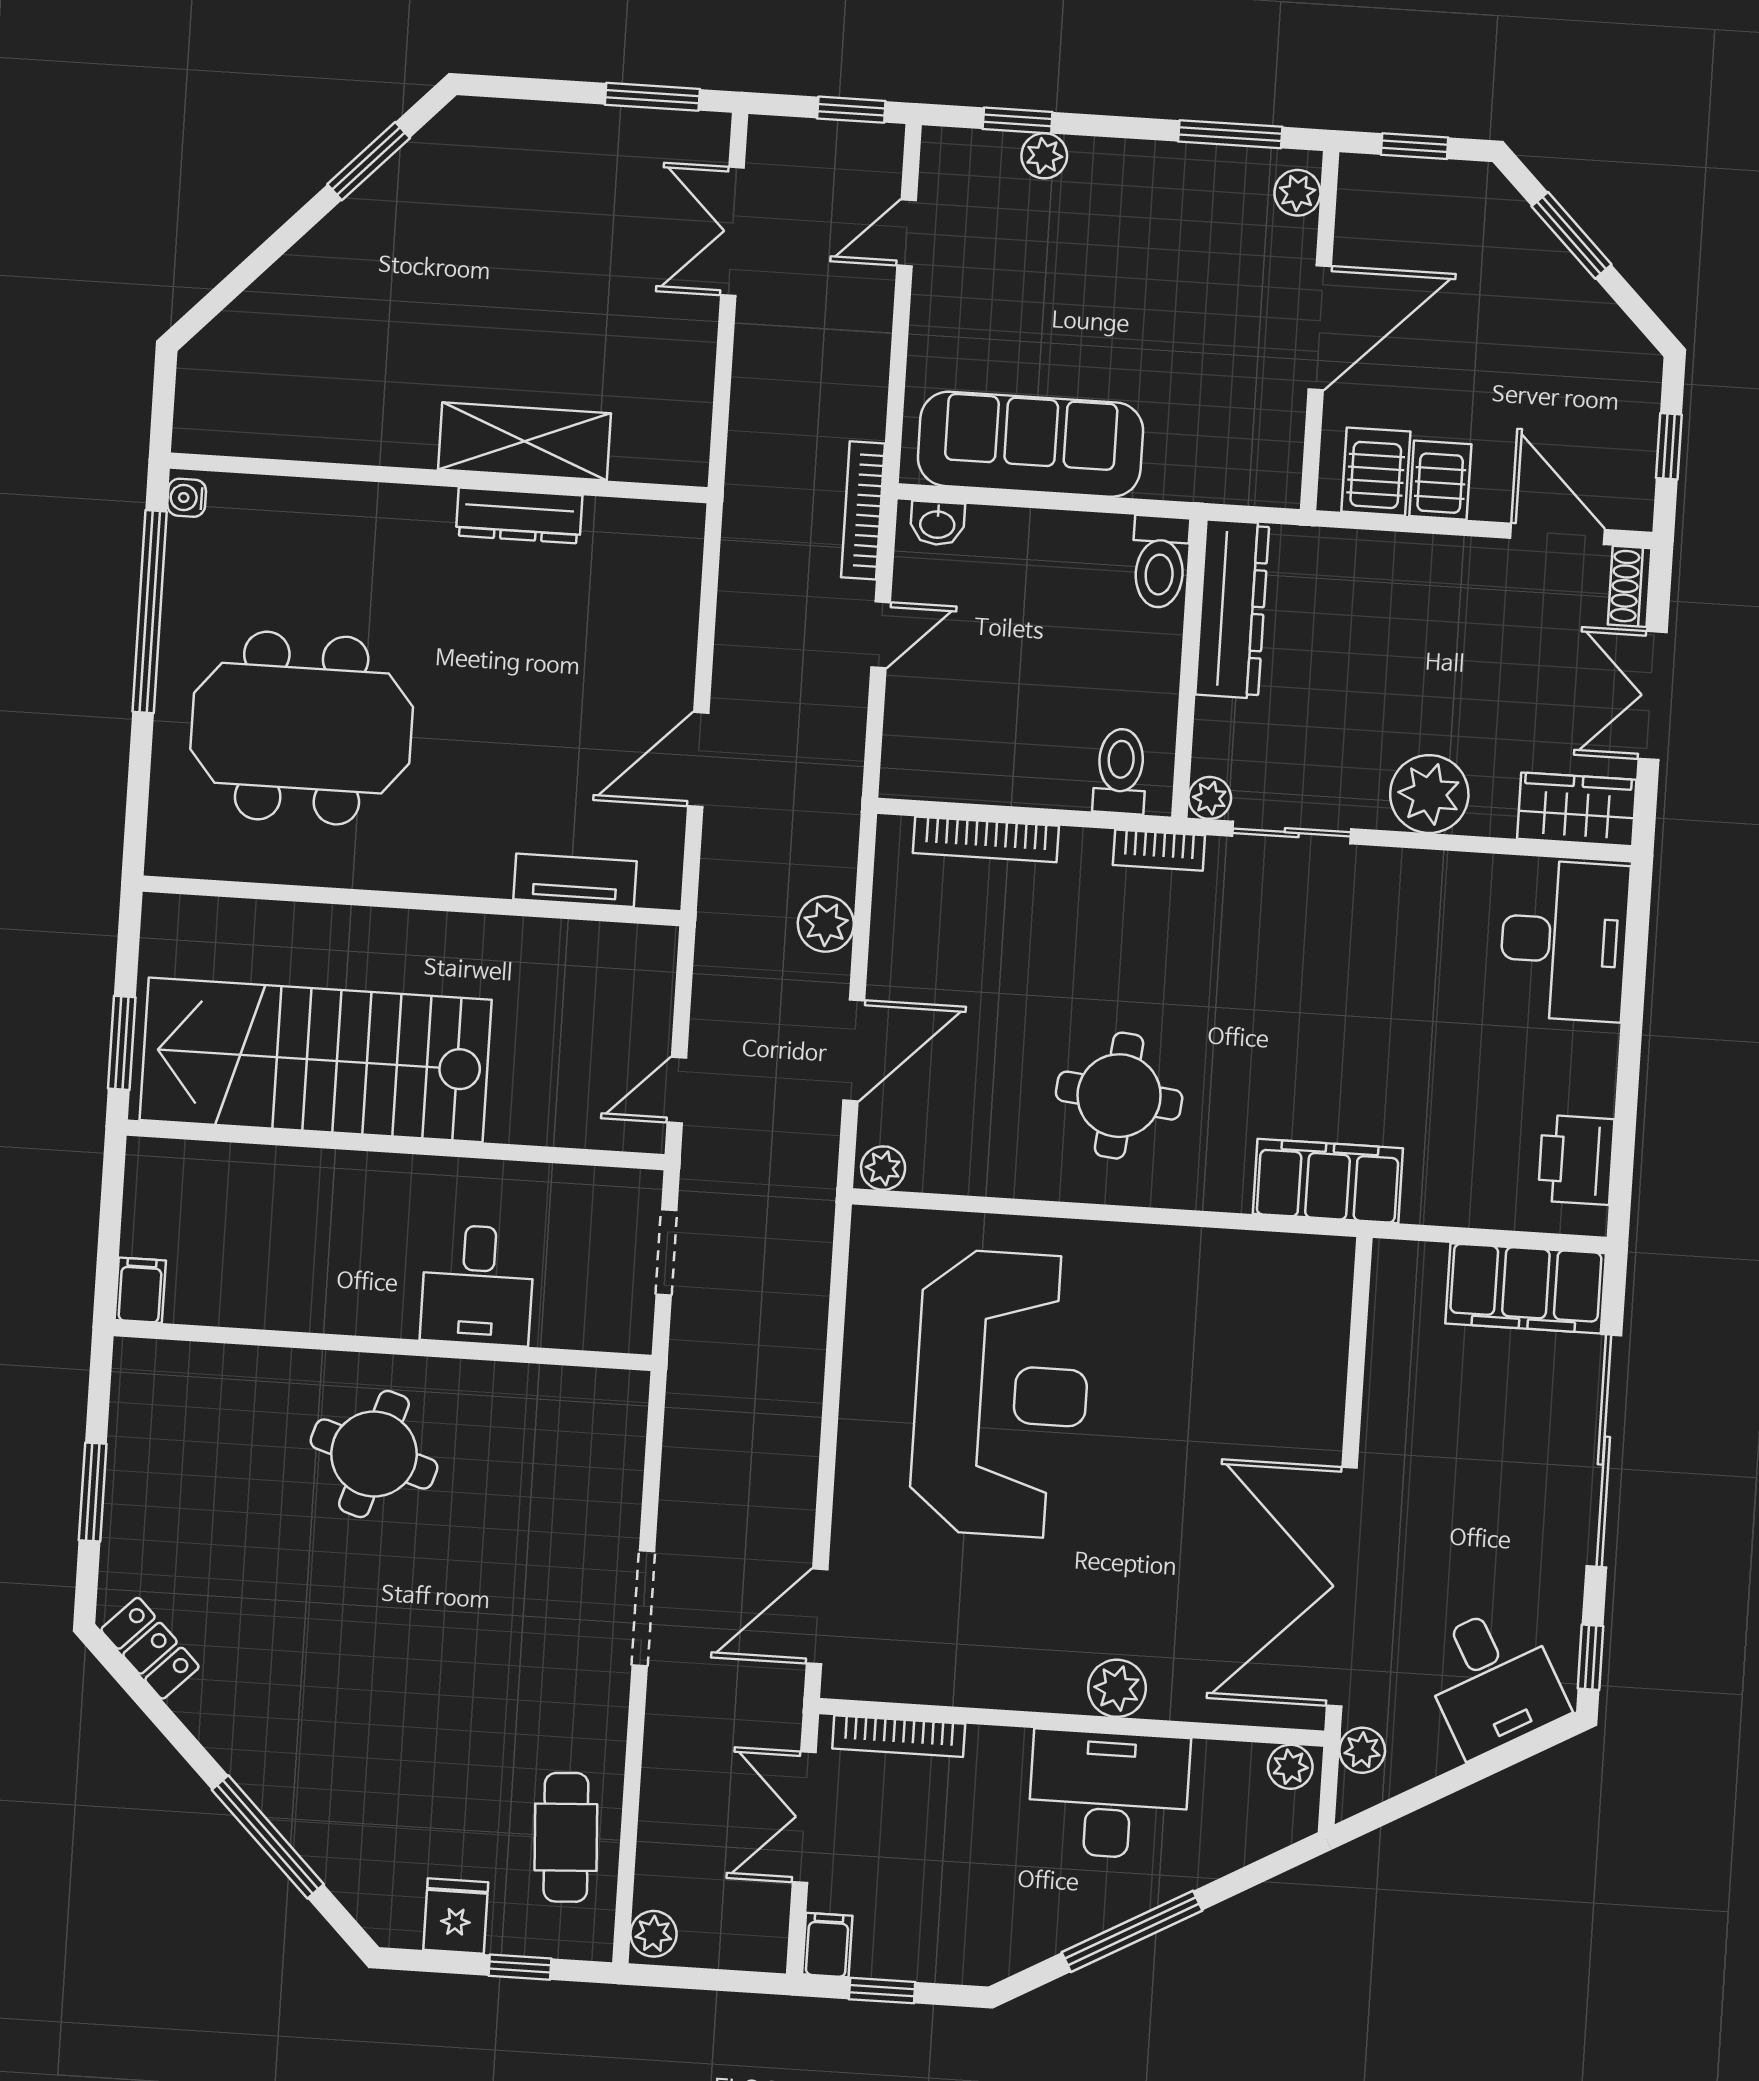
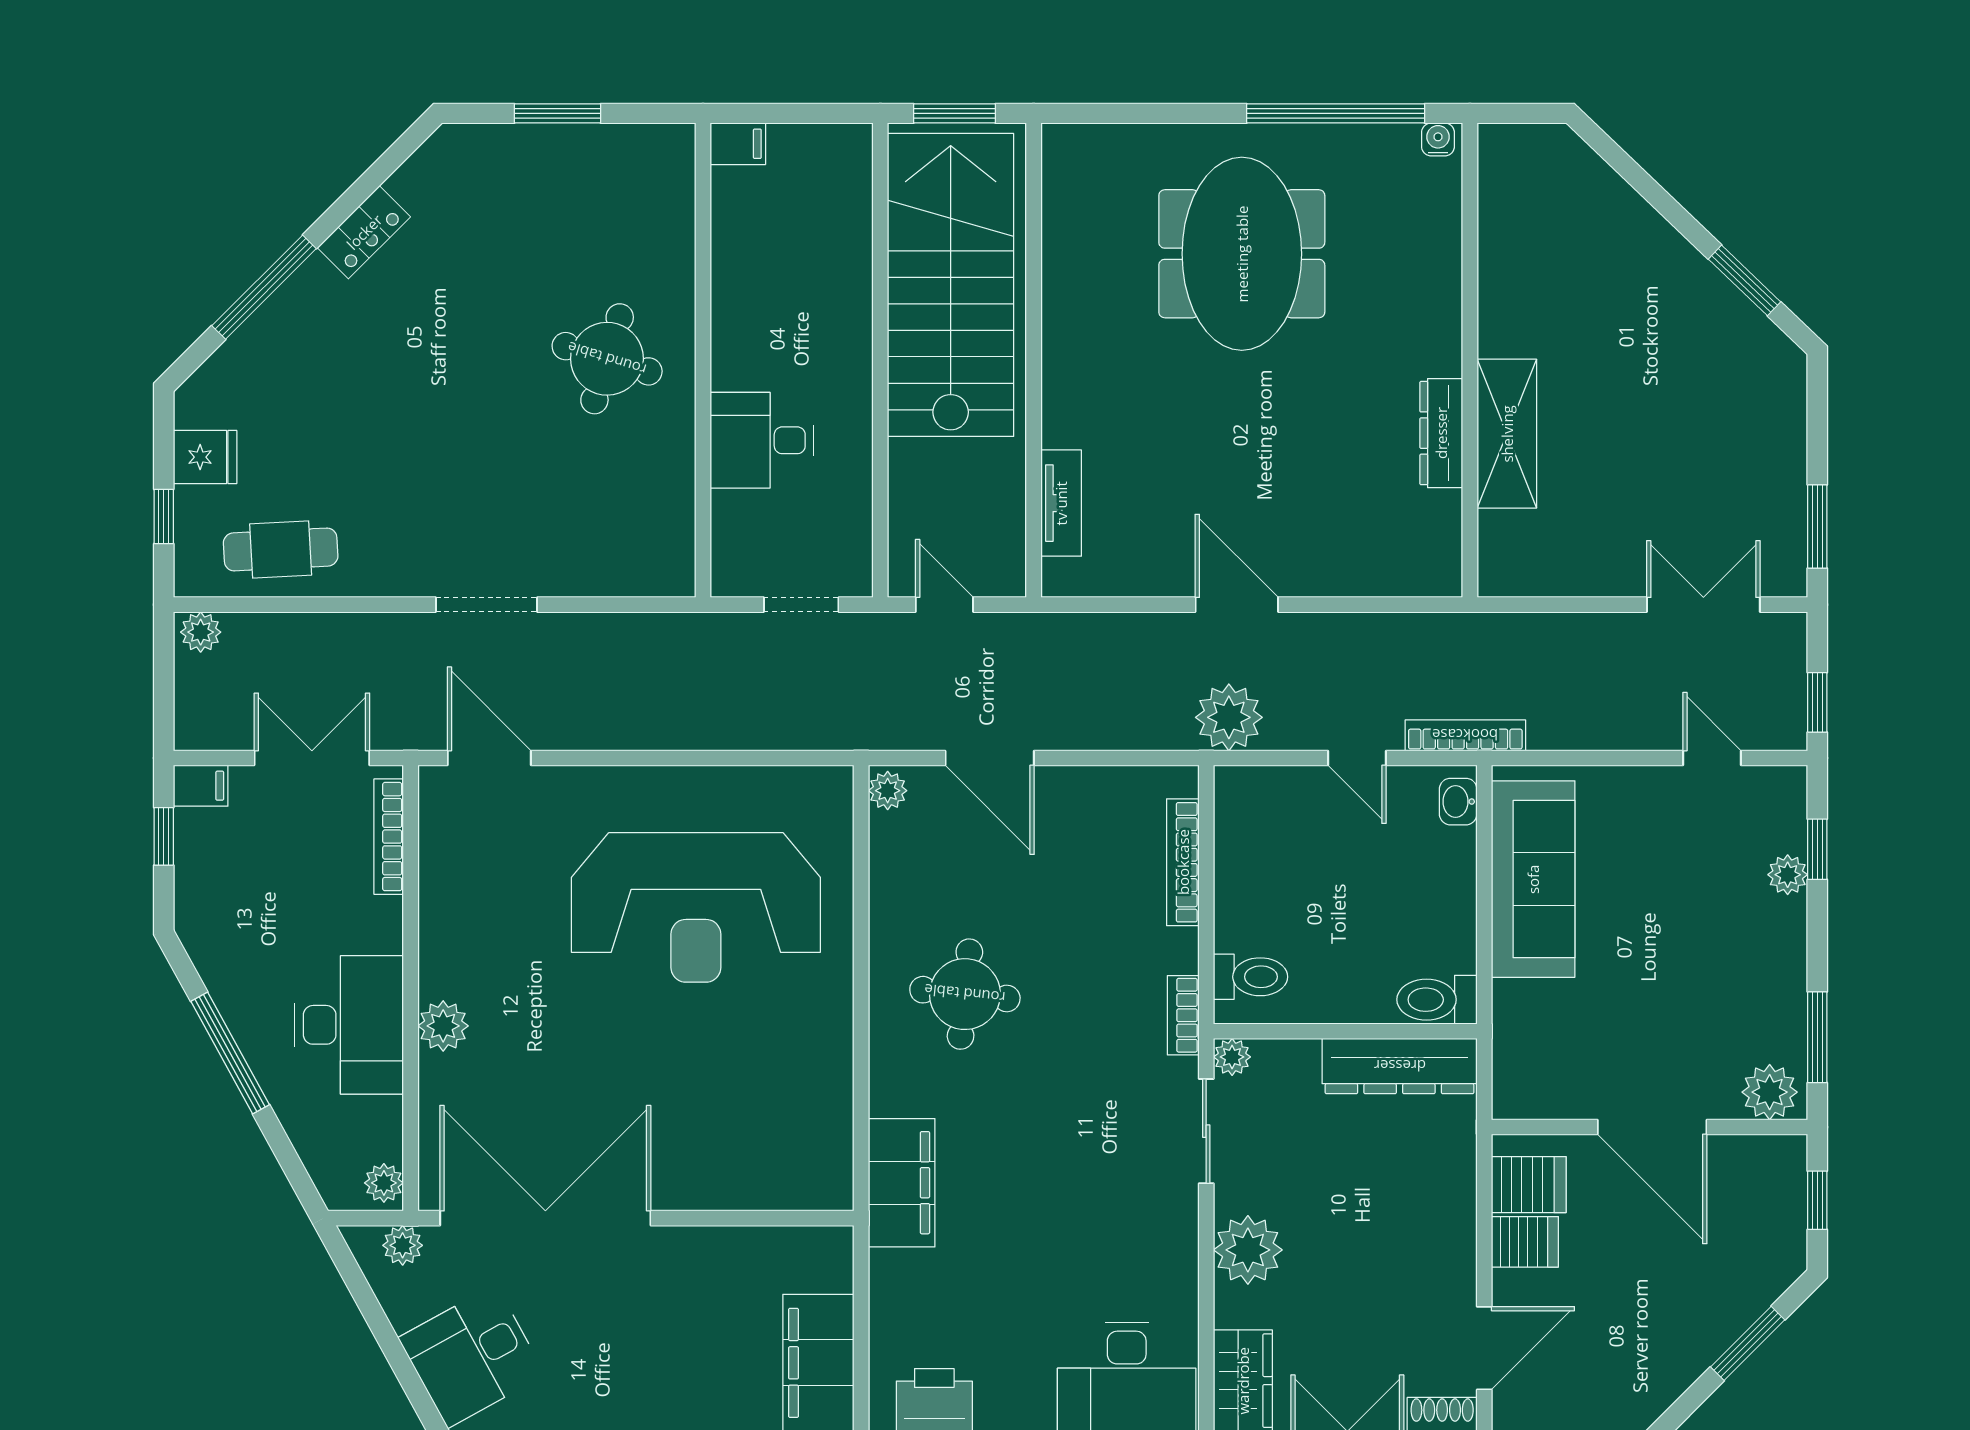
plant: (1297, 193) -> (1770, 1092), width x1.38, depth x1.38
tv unit: (575, 880) -> (1061, 503), moved
wall: (411, 901) -> (1034, 360), moved
plant: (826, 924) -> (1229, 717), moved, width x1.36, depth x1.36
locker: (150, 1648) -> (364, 232), moved

